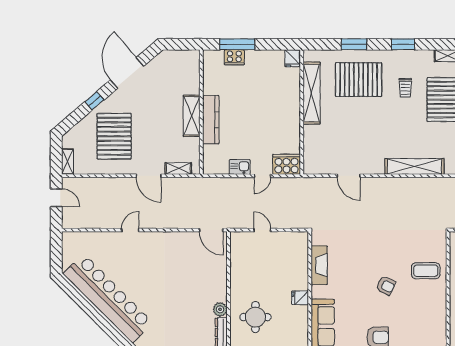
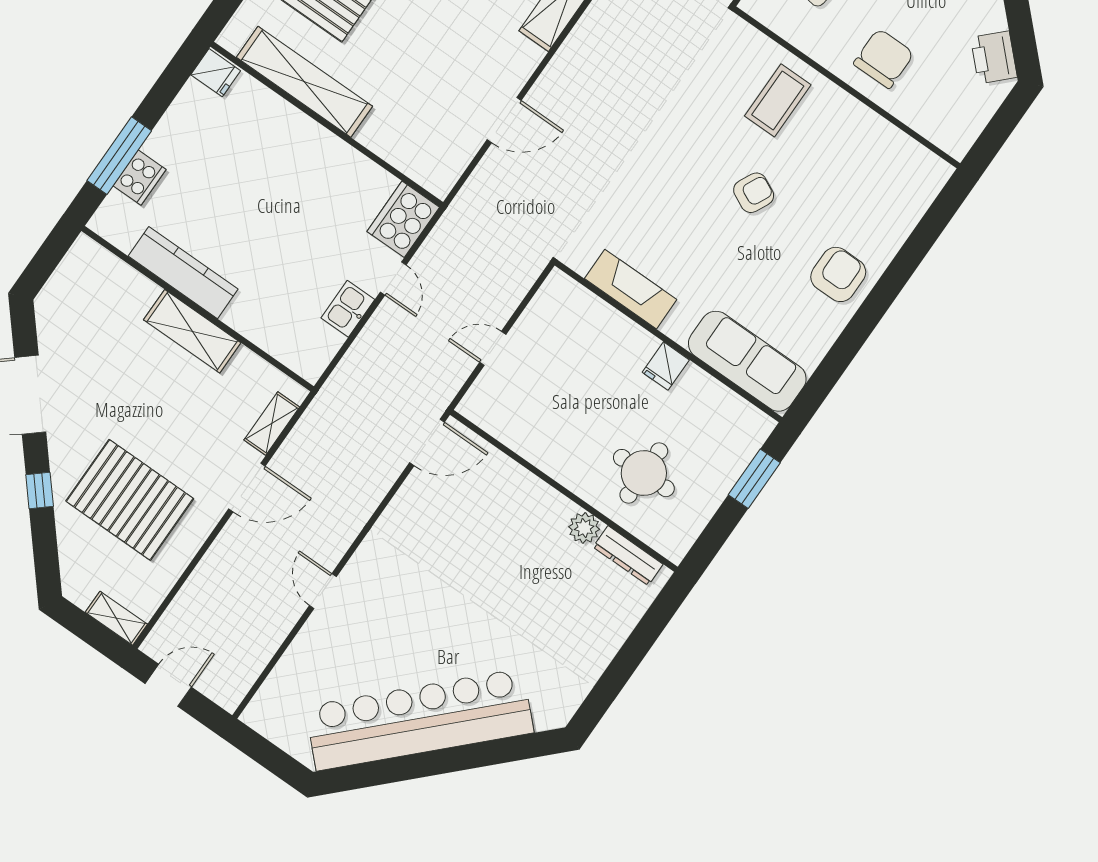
kitchen counter: (211, 120) -> (183, 273), moved

